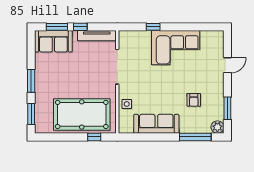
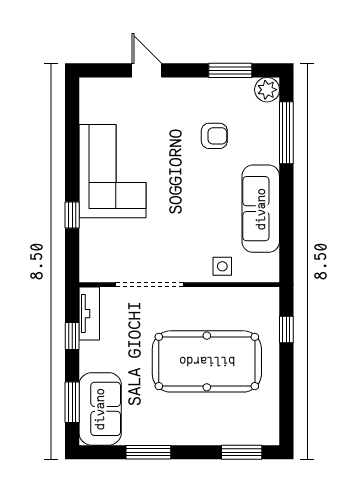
window: (80, 27) -> (72, 336), moved
tv unit: (97, 36) -> (89, 314), width x0.71
window: (31, 81) -> (148, 452), moved
pool table: (82, 114) -> (207, 361), moved, turned 90

